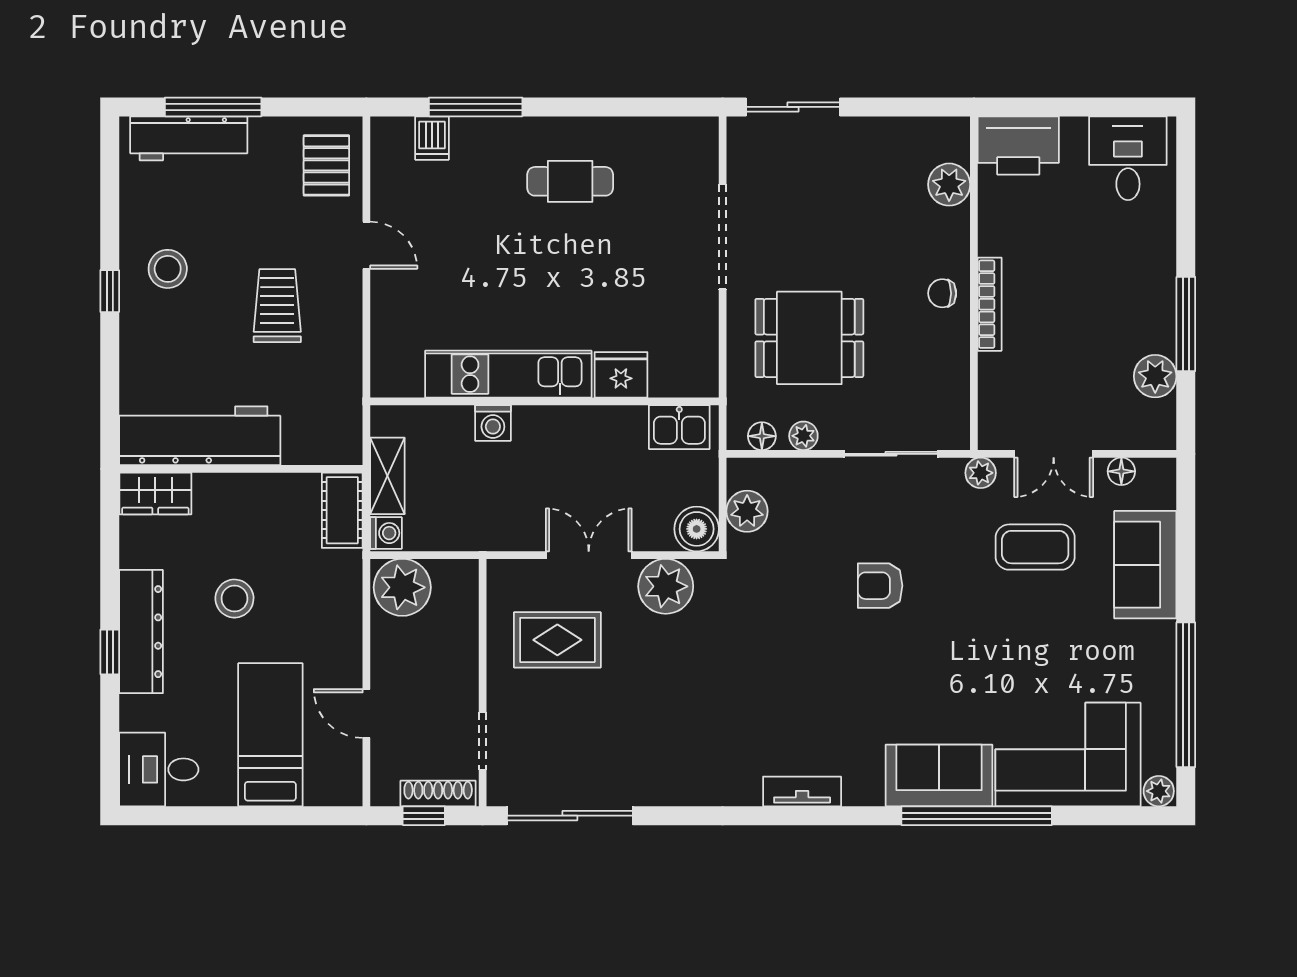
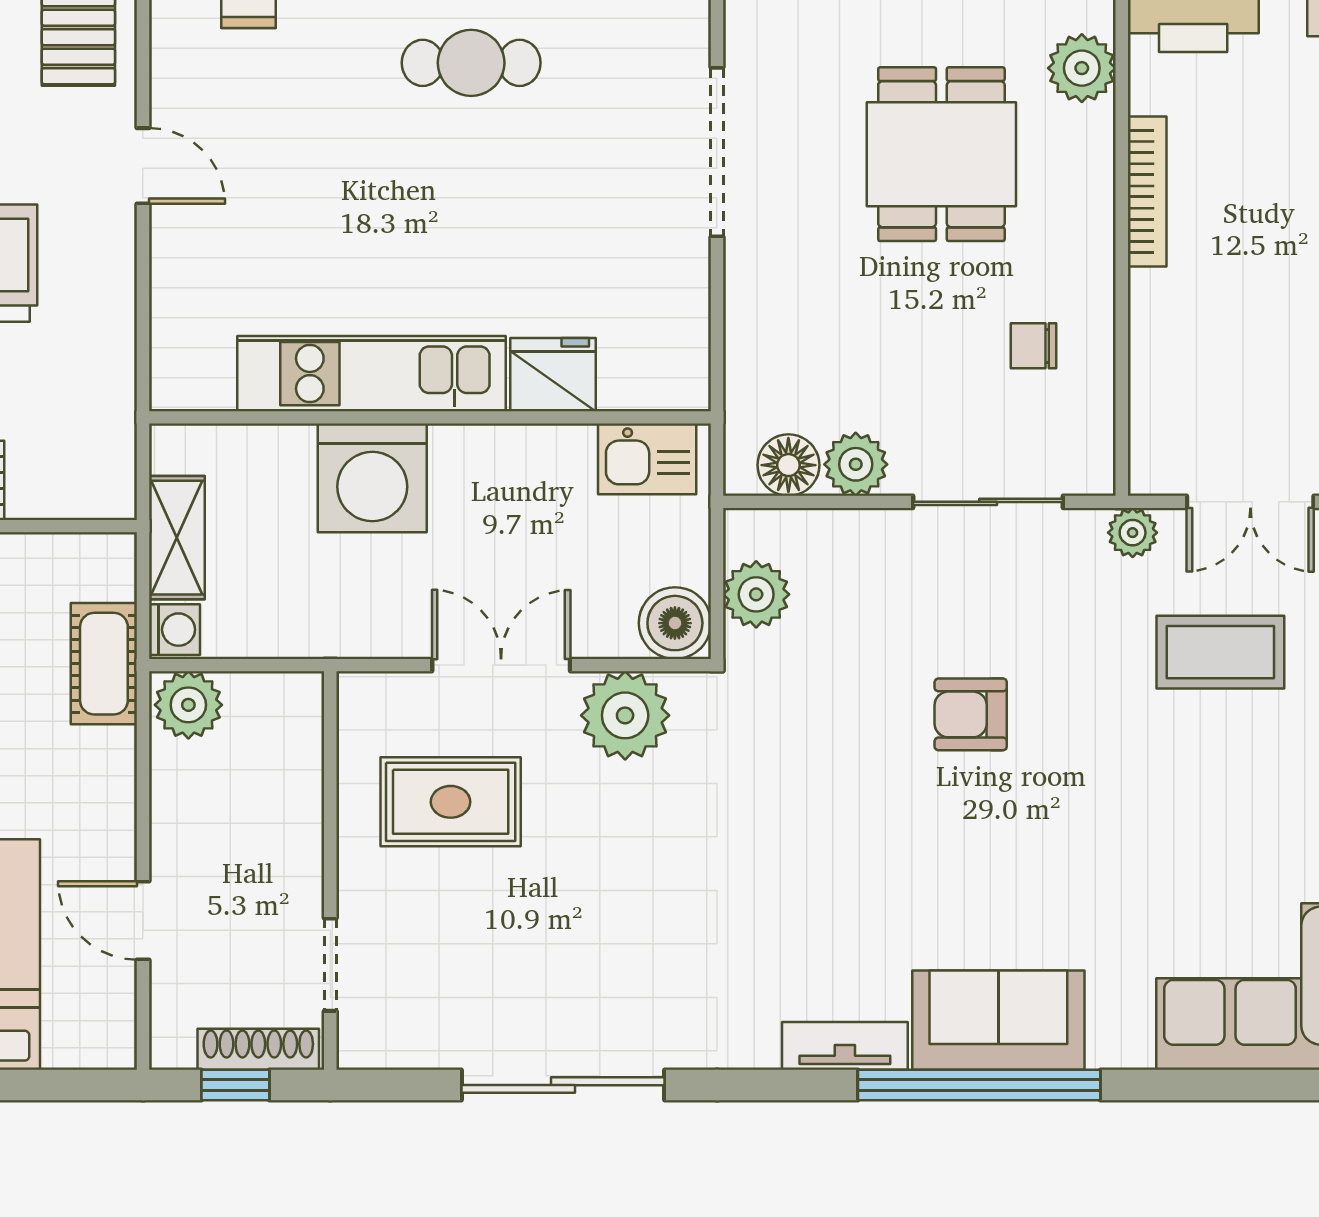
chair: (942, 293) -> (1034, 346), moved
bookcase: (990, 304) -> (1147, 191), moved
dining table: (809, 338) -> (941, 154), moved, turned 90
washing machine: (493, 423) -> (372, 478), width x1.89, depth x1.89
floor lamp: (762, 436) -> (788, 465), width x1.37, depth x1.37
plant: (803, 436) -> (856, 464), width x1.38, depth x1.38
cot: (342, 510) -> (104, 664), moved
plant: (402, 587) -> (188, 705), width x0.73, depth x0.73
sofa: (939, 775) -> (998, 1020), moved
sliding door: (570, 816) -> (563, 1085), moved
window: (977, 816) -> (979, 1085), moved

